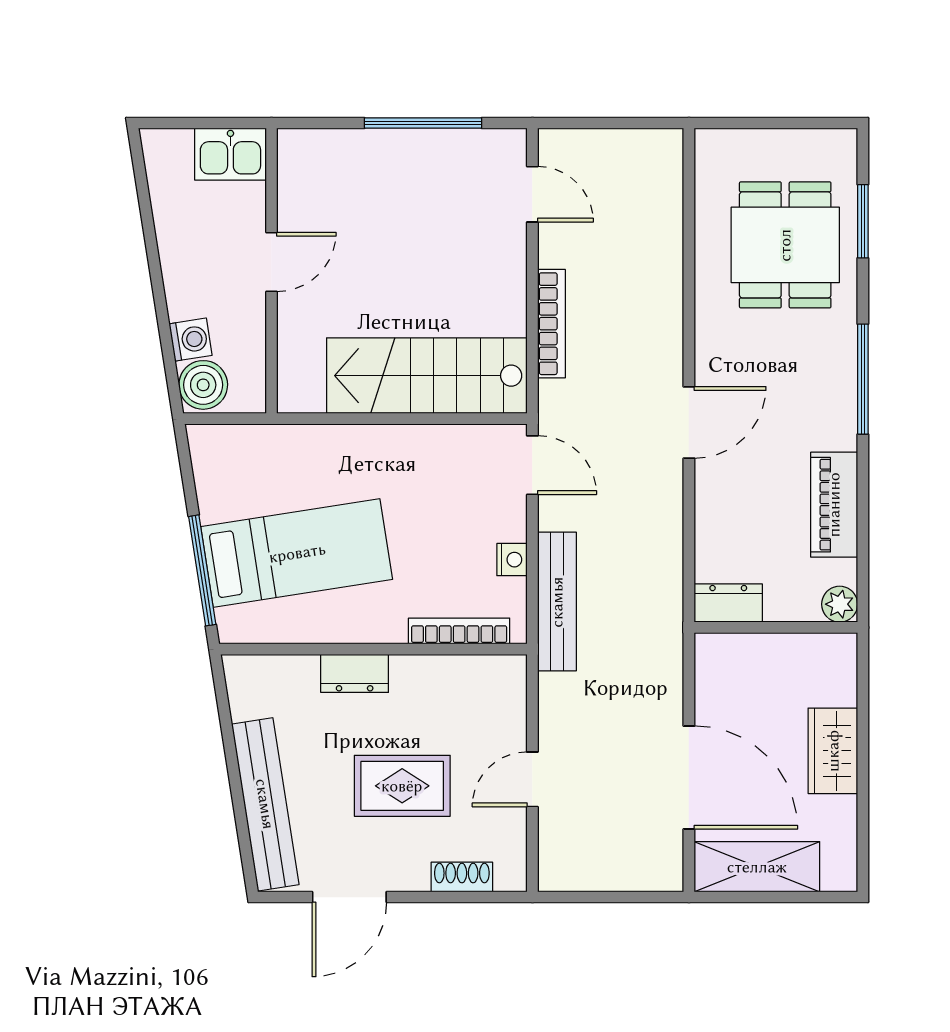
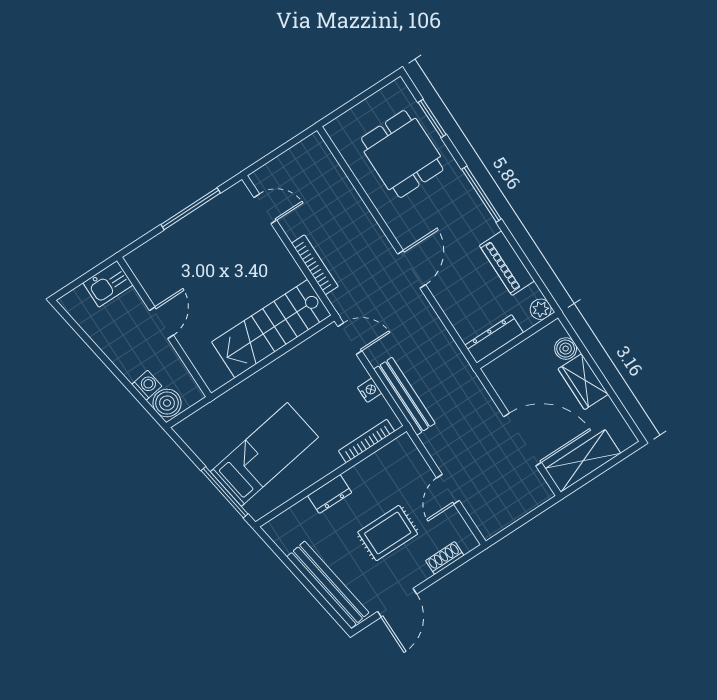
dresser: (728, 603) -> (494, 339), width x1.44
boiler: (839, 686) -> (566, 349), added

